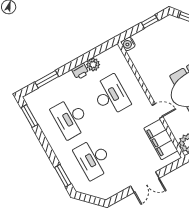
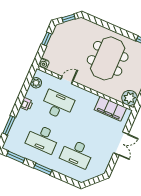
plant: (93, 65) -> (36, 83), moved
door: (157, 111) -> (67, 80), moved
window: (63, 176) -> (43, 169), moved

